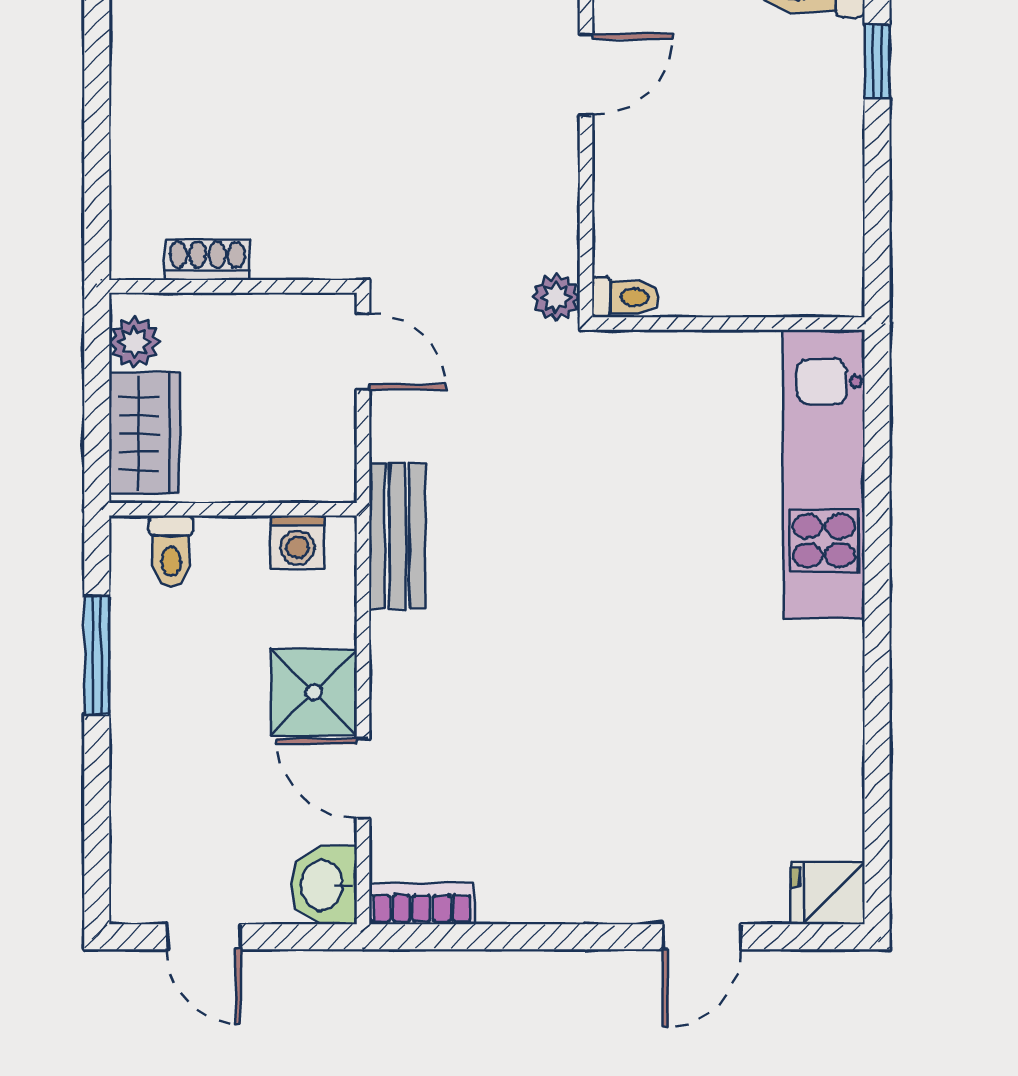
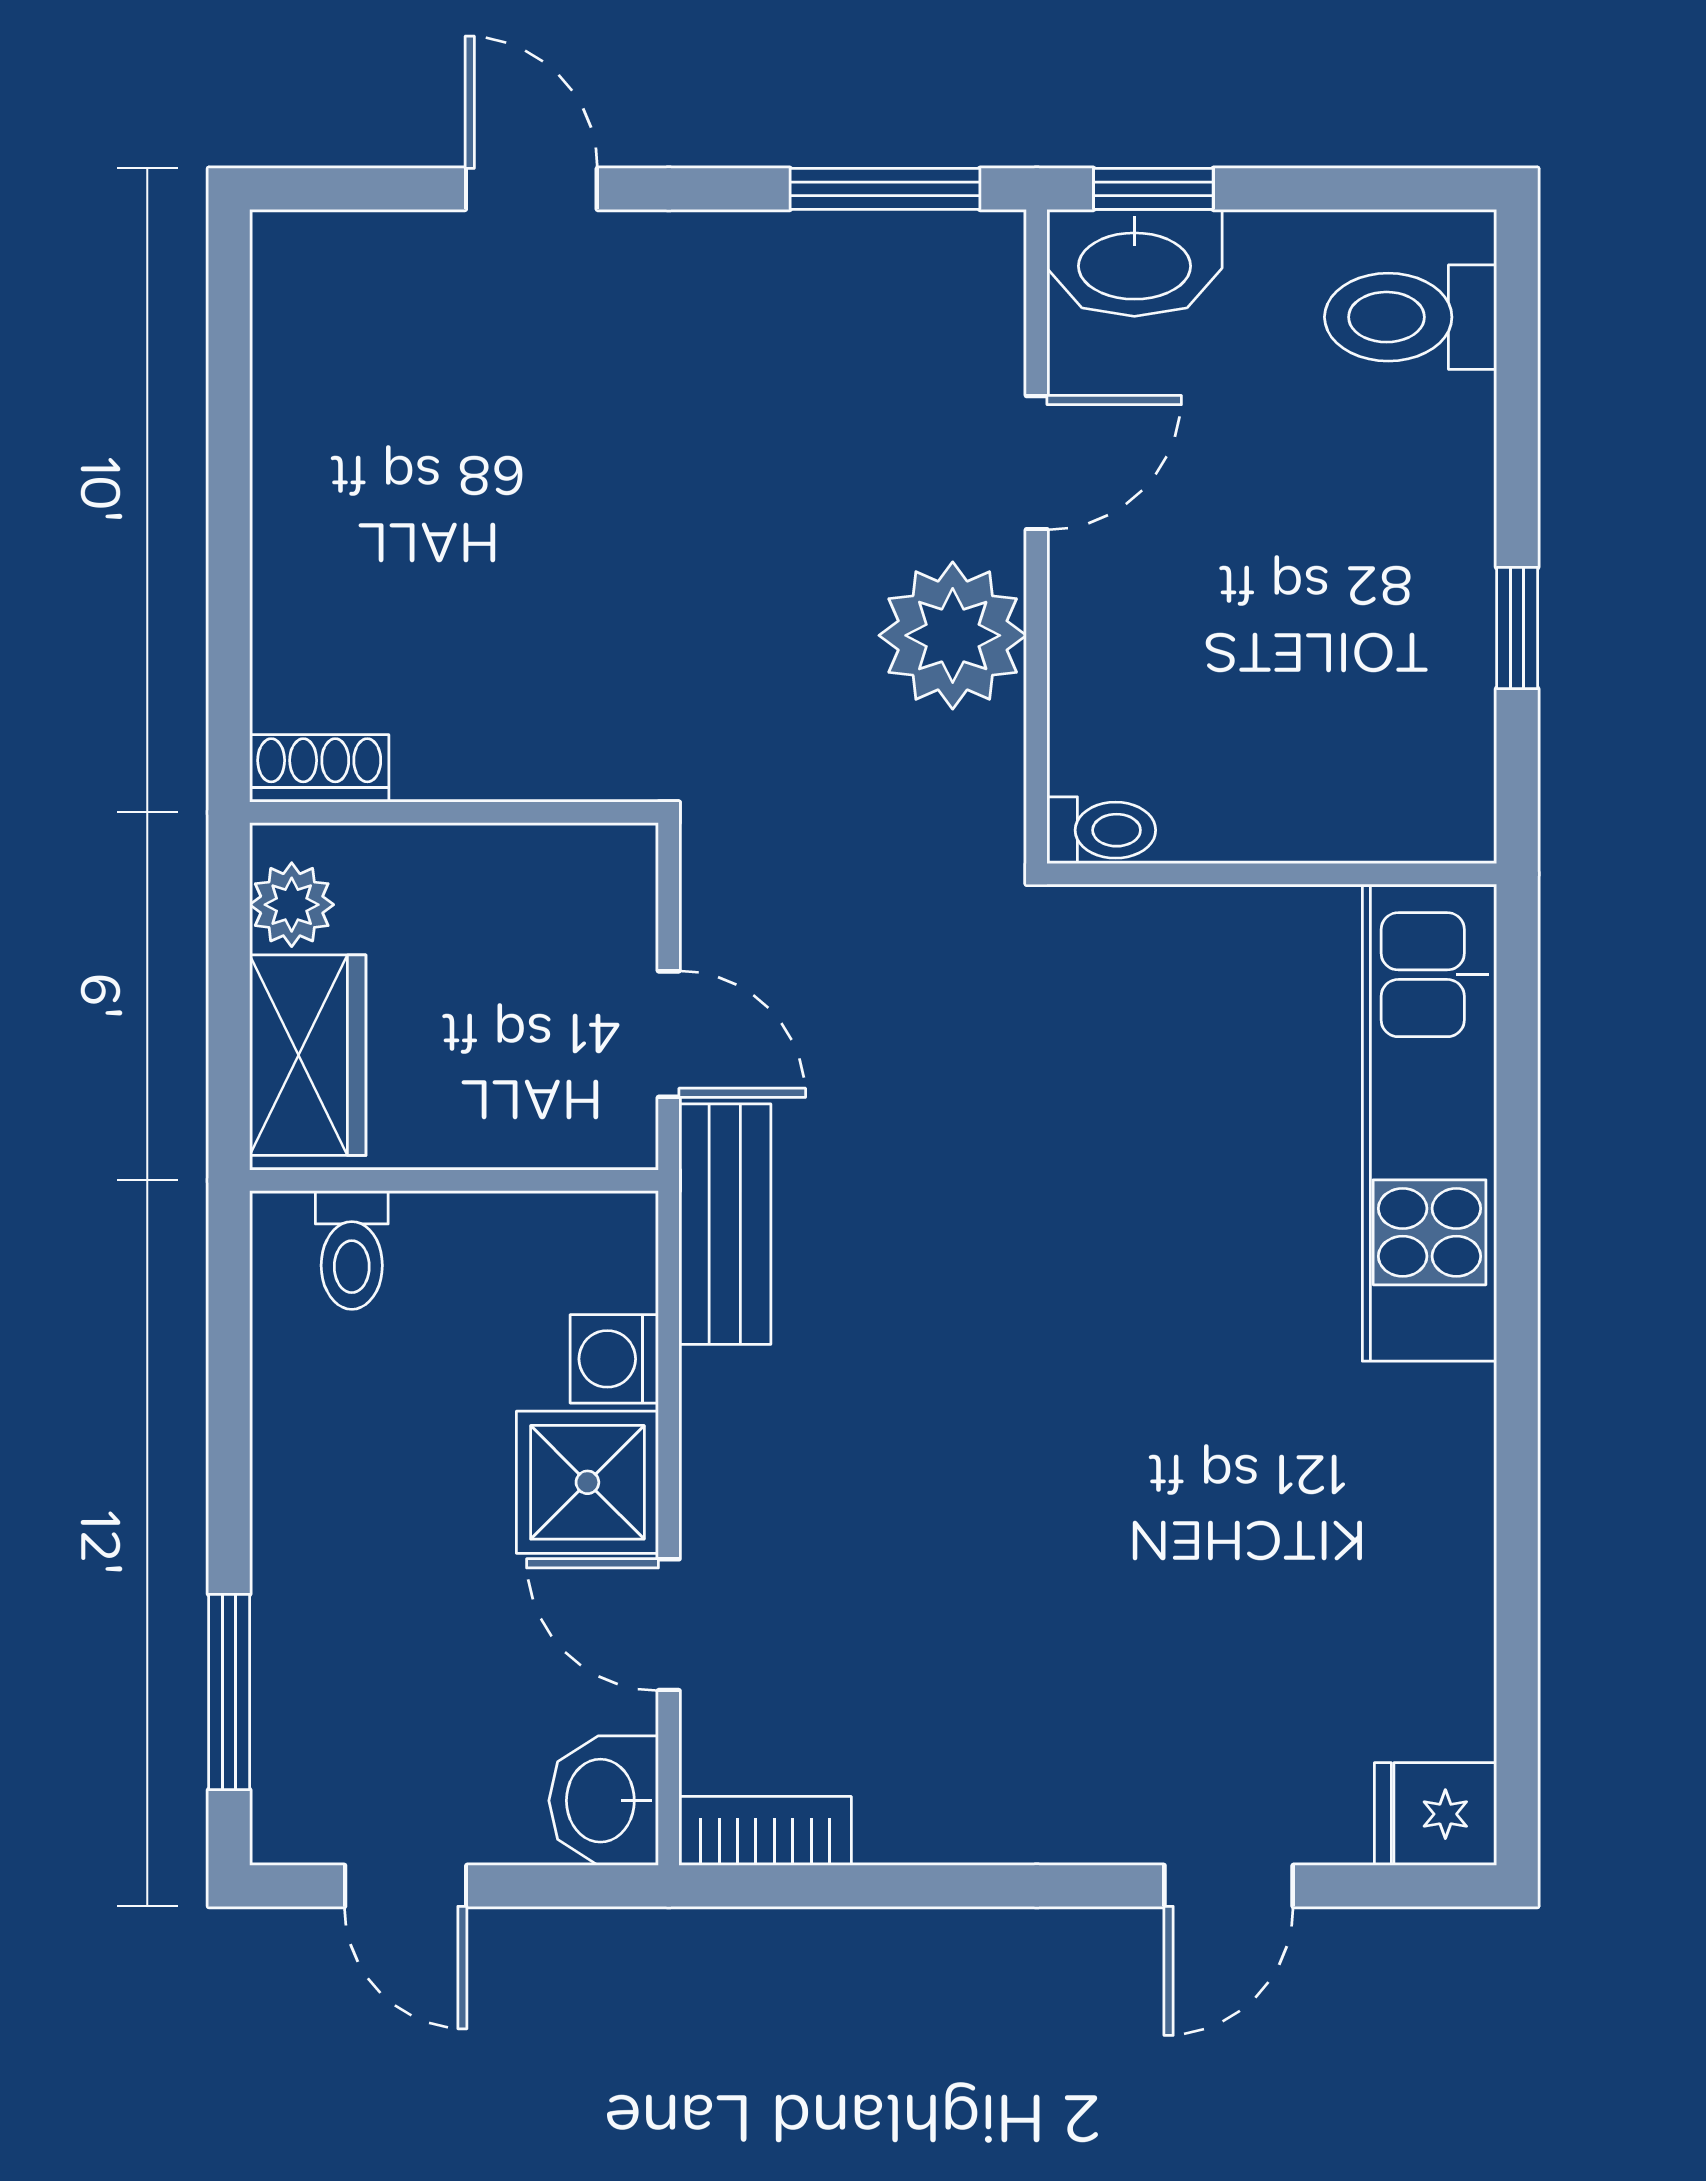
window: (877, 61) -> (1517, 628), moved
shoe rack: (207, 260) -> (319, 768), moved
plant: (556, 297) -> (953, 635), moved, width x1.87, depth x1.87
door: (363, 351) -> (669, 1034), moved
washing machine: (298, 542) -> (614, 1359), moved, turned 90
window: (97, 656) -> (229, 1692), moved

